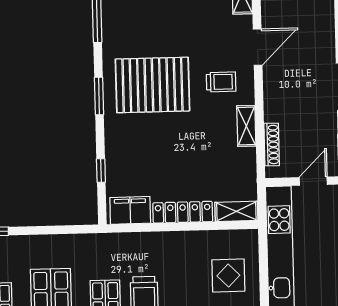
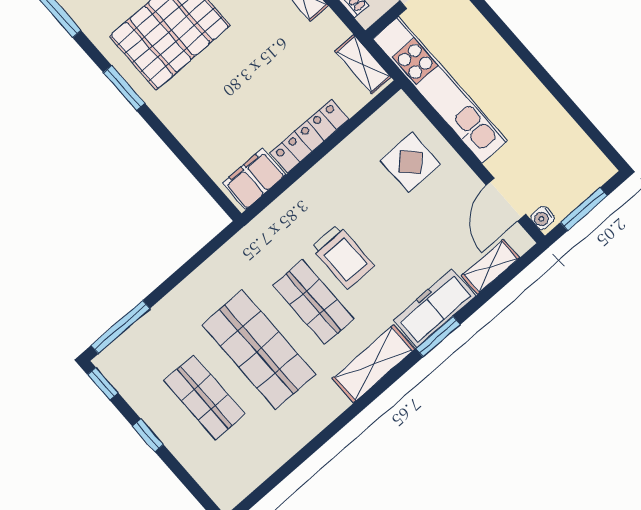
window: (101, 171) -> (190, 163), removed
shelving: (236, 211) -> (363, 64), moved, turned 90

